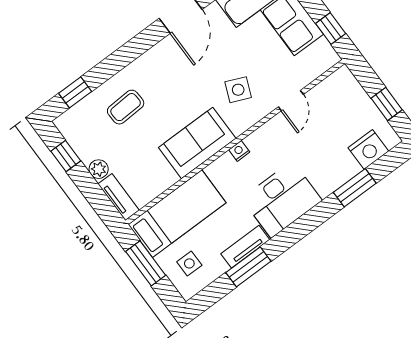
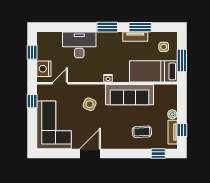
door: (291, 101) -> (60, 83), moved
sofa: (197, 143) -> (129, 95), width x1.36
nightstand: (368, 150) -> (44, 69), moved, turned -90
window: (355, 188) -> (107, 27), moved
tv unit: (119, 197) -> (173, 132), moved
desk: (282, 199) -> (79, 45), moved

